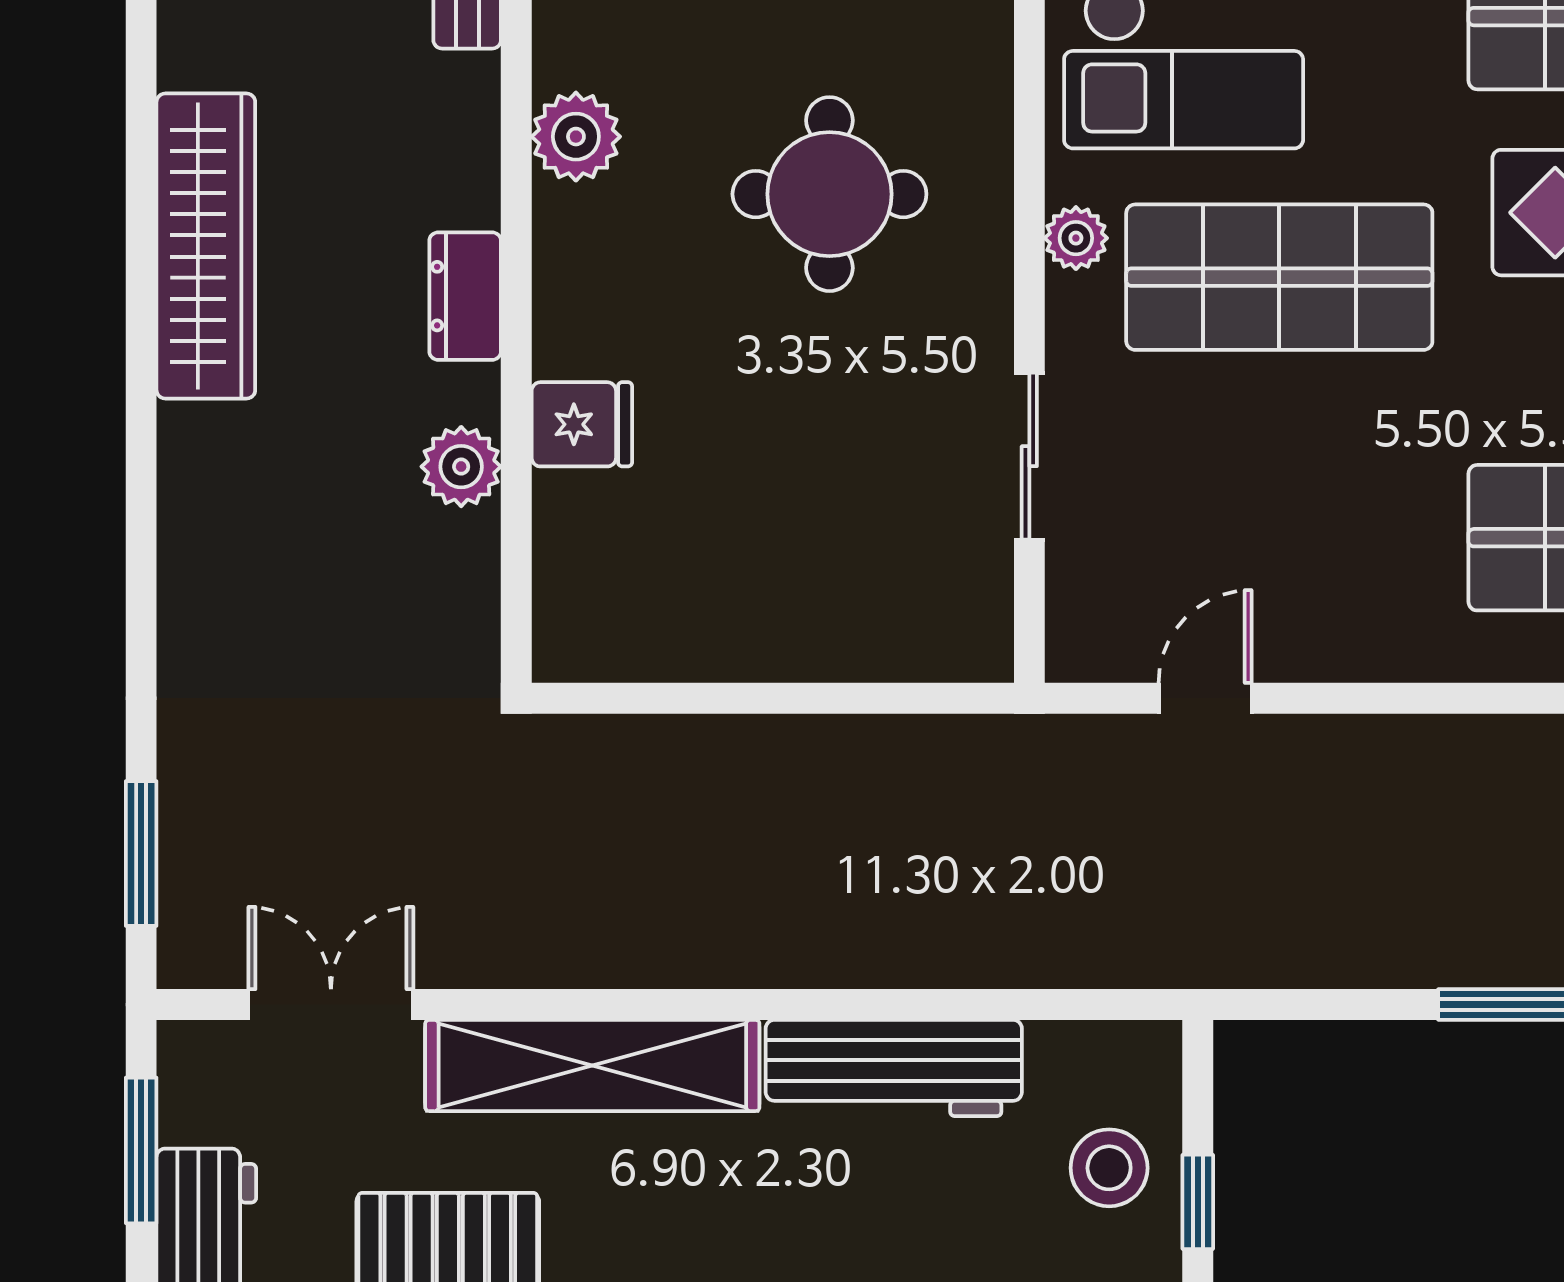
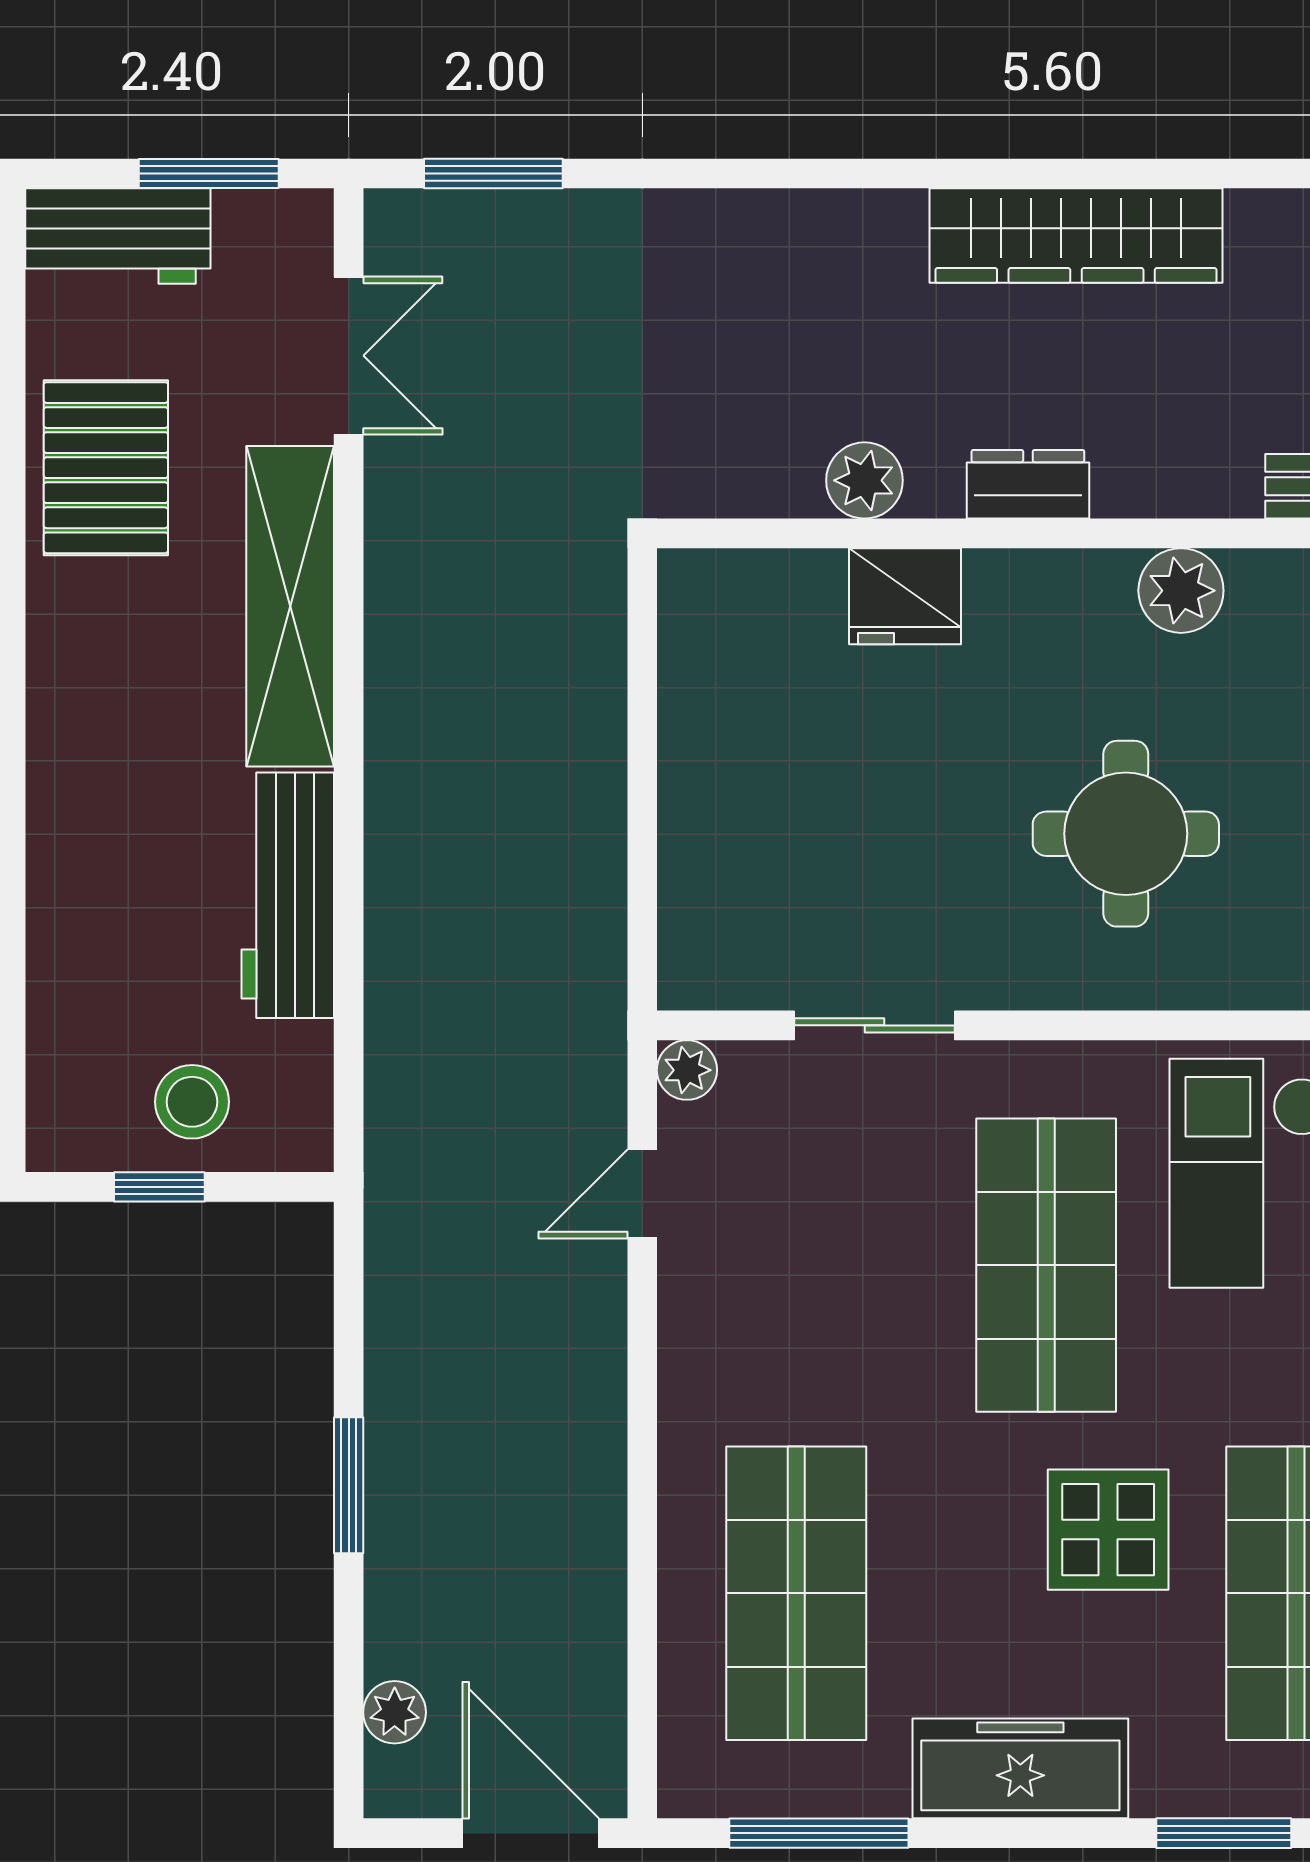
plant: (1076, 238) -> (687, 1070), moved
fridge: (582, 424) -> (905, 596), width x1.38
door: (1205, 698) -> (642, 1194), swing flipped

